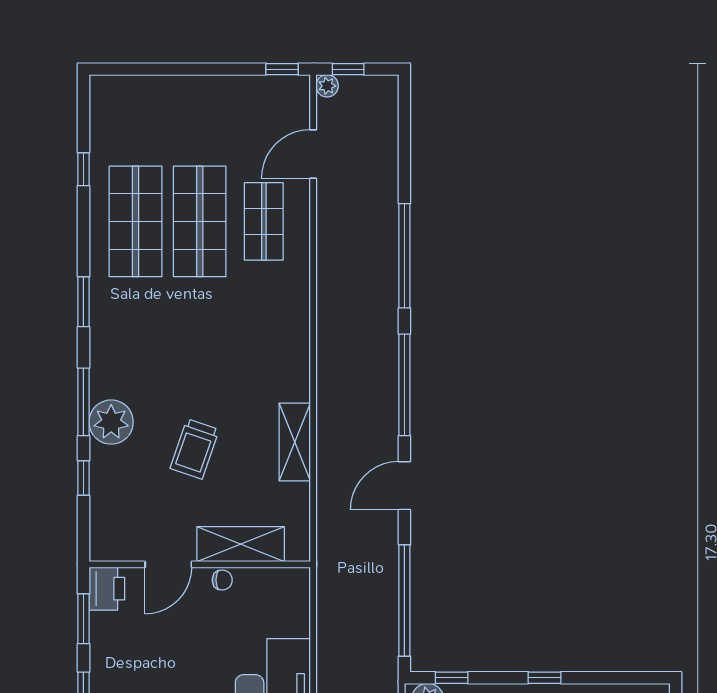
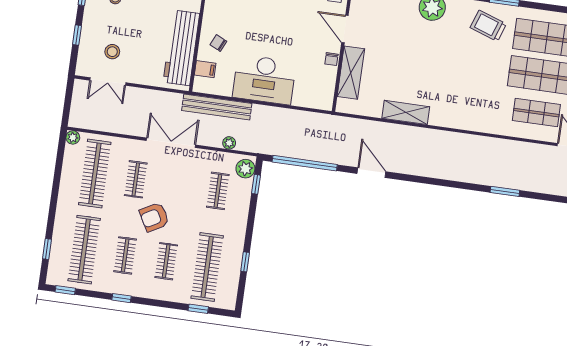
window: (404, 256) -> (505, 191), width x0.47
window: (404, 385) -> (430, 181), removed
trolley: (194, 449) -> (488, 26), moved
window: (544, 678) -> (245, 262), moved

